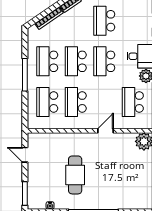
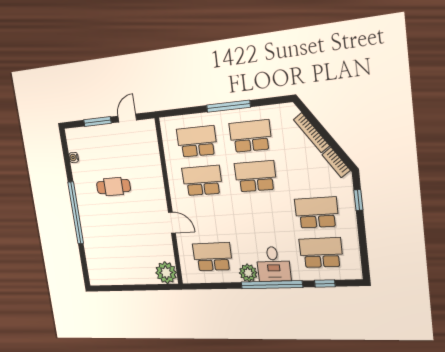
school desk: (104, 61) -> (321, 253), moved
cafe table: (75, 175) -> (113, 187), width x0.73, depth x0.74
window: (25, 193) -> (97, 122), moved

